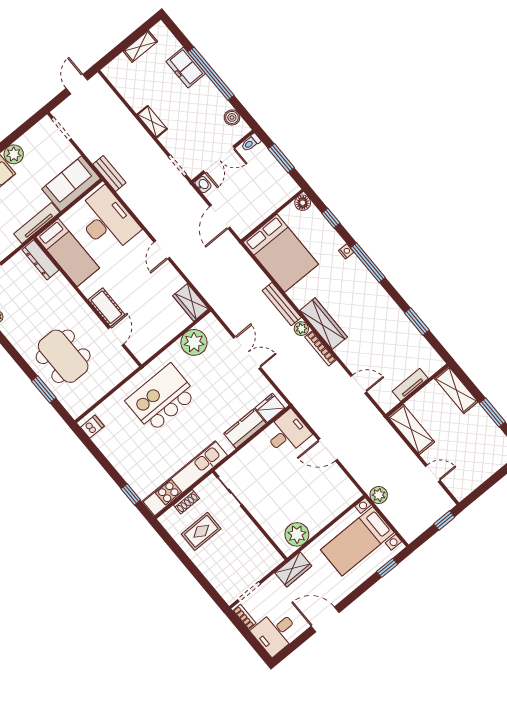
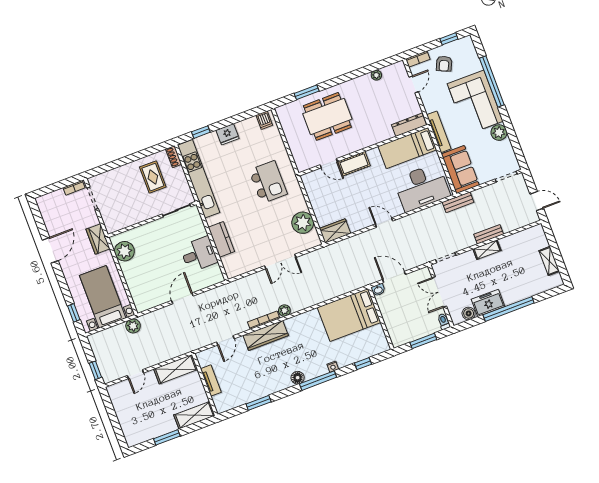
freezer: (186, 67) -> (488, 303), moved
washbasin: (203, 185) -> (378, 290), moved
floor lamp: (303, 203) -> (298, 378), moved
bench: (282, 304) -> (489, 234), moved, width x0.73
wardrobe: (324, 324) -> (266, 335), moved
kitchen island: (161, 398) -> (268, 182), width x0.73, depth x0.78
fridge: (270, 408) -> (228, 134), moved, turned 90
desk: (287, 433) -> (199, 254), moved, turned -90
shoe rack: (187, 502) -> (174, 157), moved
desk: (275, 632) -> (54, 208), removed

